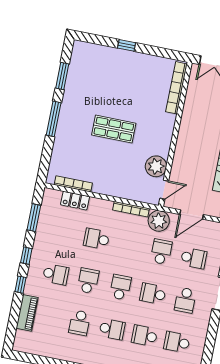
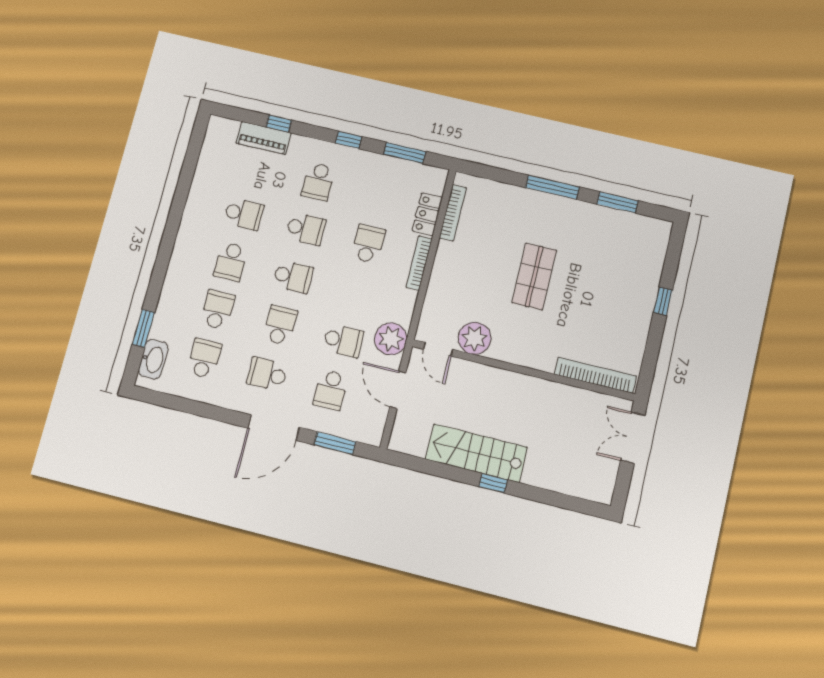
bookcase: (131, 209) -> (419, 263), moved
window: (20, 285) -> (279, 124), moved
school desk: (80, 323) -> (244, 214), turned 180

